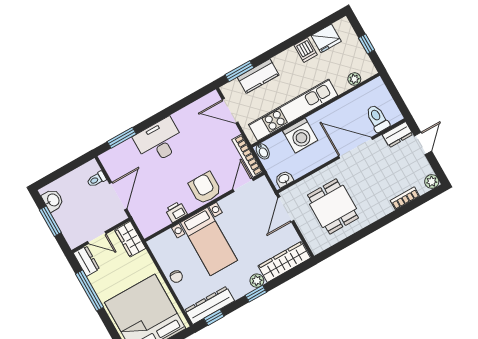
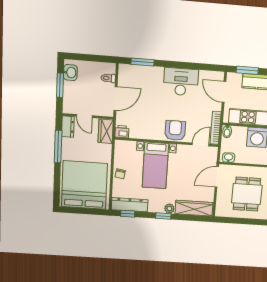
desk: (159, 141) -> (181, 82), moved
printer: (176, 212) -> (122, 132), moved

